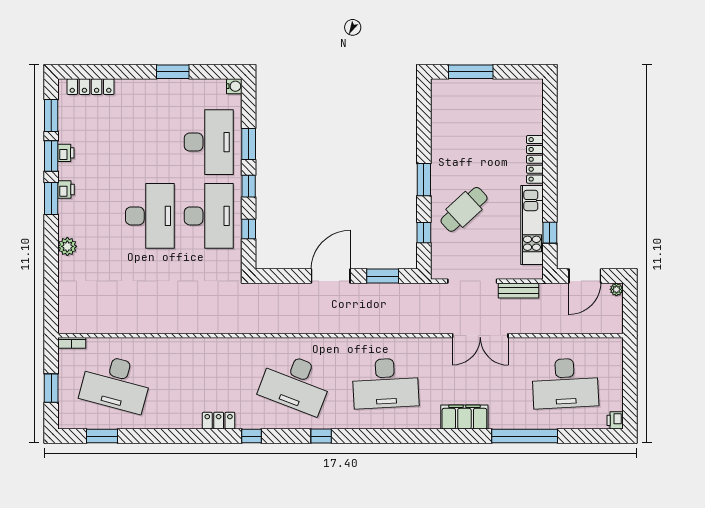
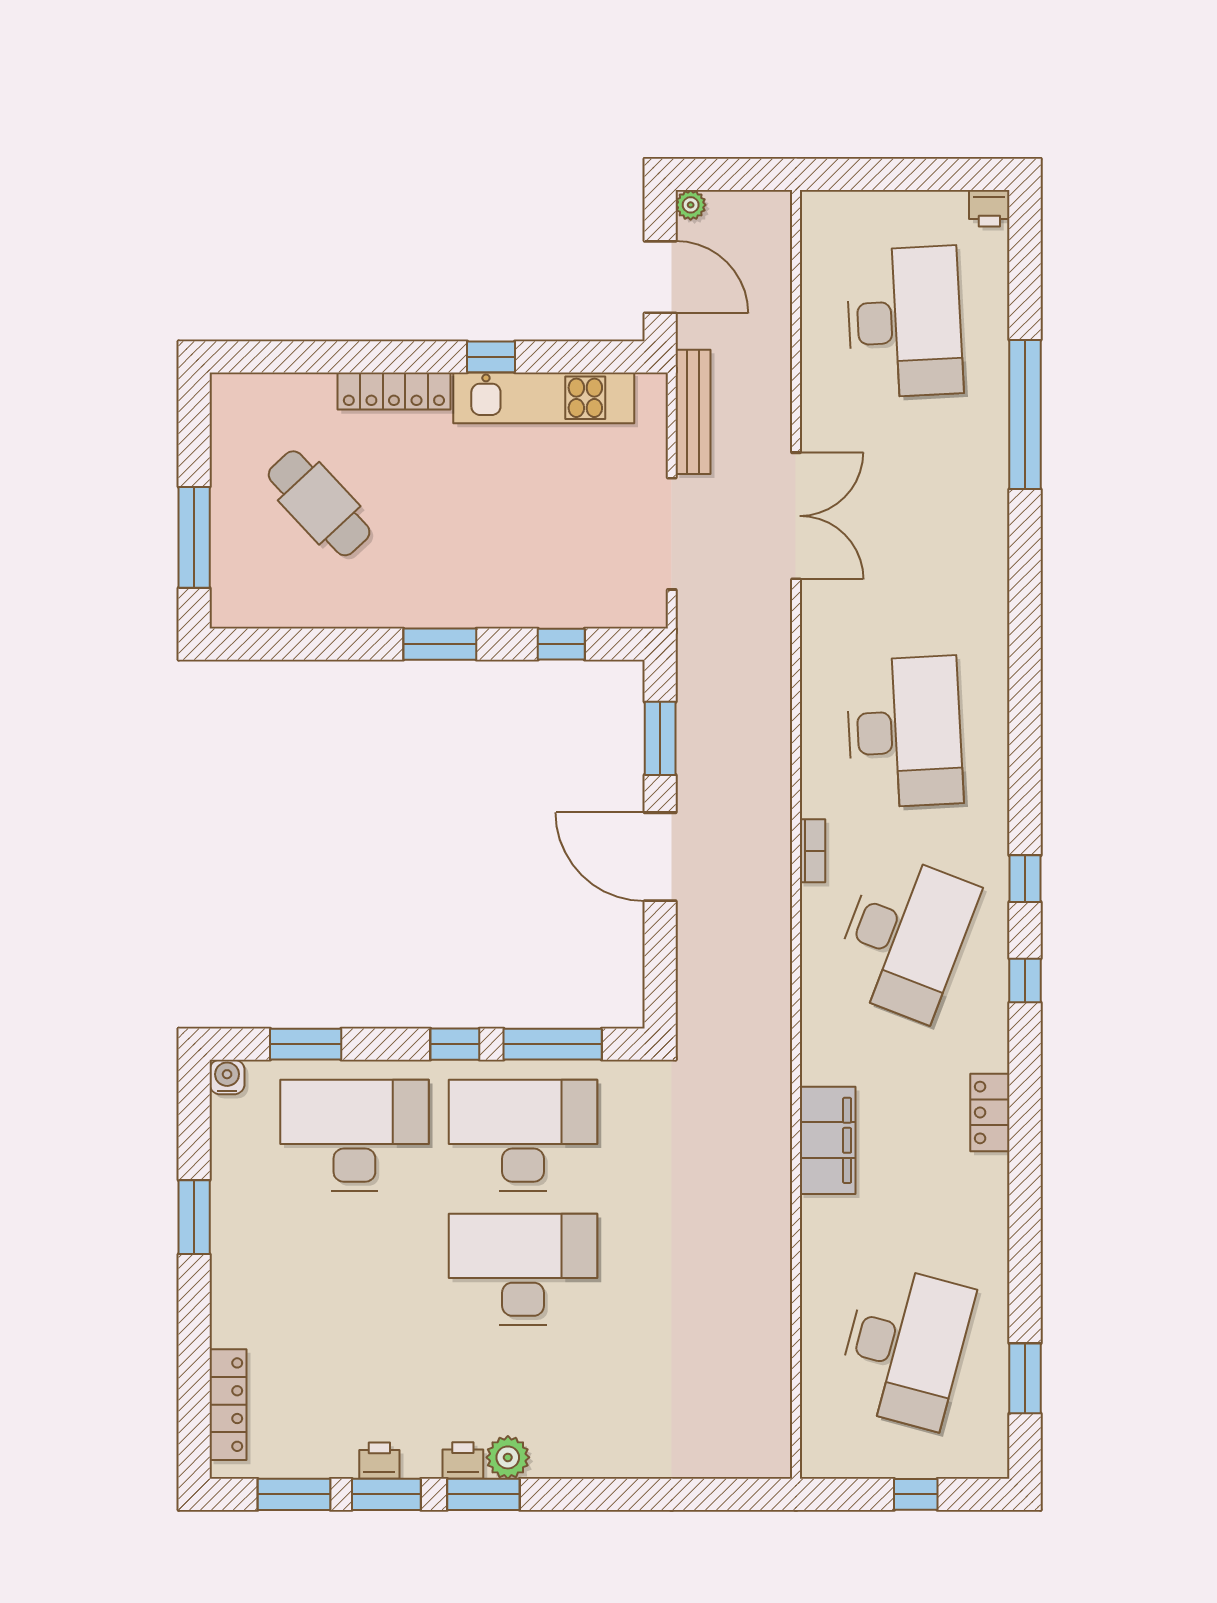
window: (249, 144) -> (306, 1044), moved
cafe table: (464, 209) -> (319, 503), moved
window: (249, 229) -> (553, 1044), width x2.17
window: (550, 233) -> (491, 357), moved
plant: (67, 246) -> (508, 1457), moved
bench: (519, 290) -> (693, 412), width x1.36
bookcase: (72, 343) -> (812, 851), moved
window: (51, 388) -> (916, 1494), width x0.67
filing cabinet: (464, 417) -> (828, 1140), moved, turned 180
window: (252, 436) -> (1025, 981), moved

